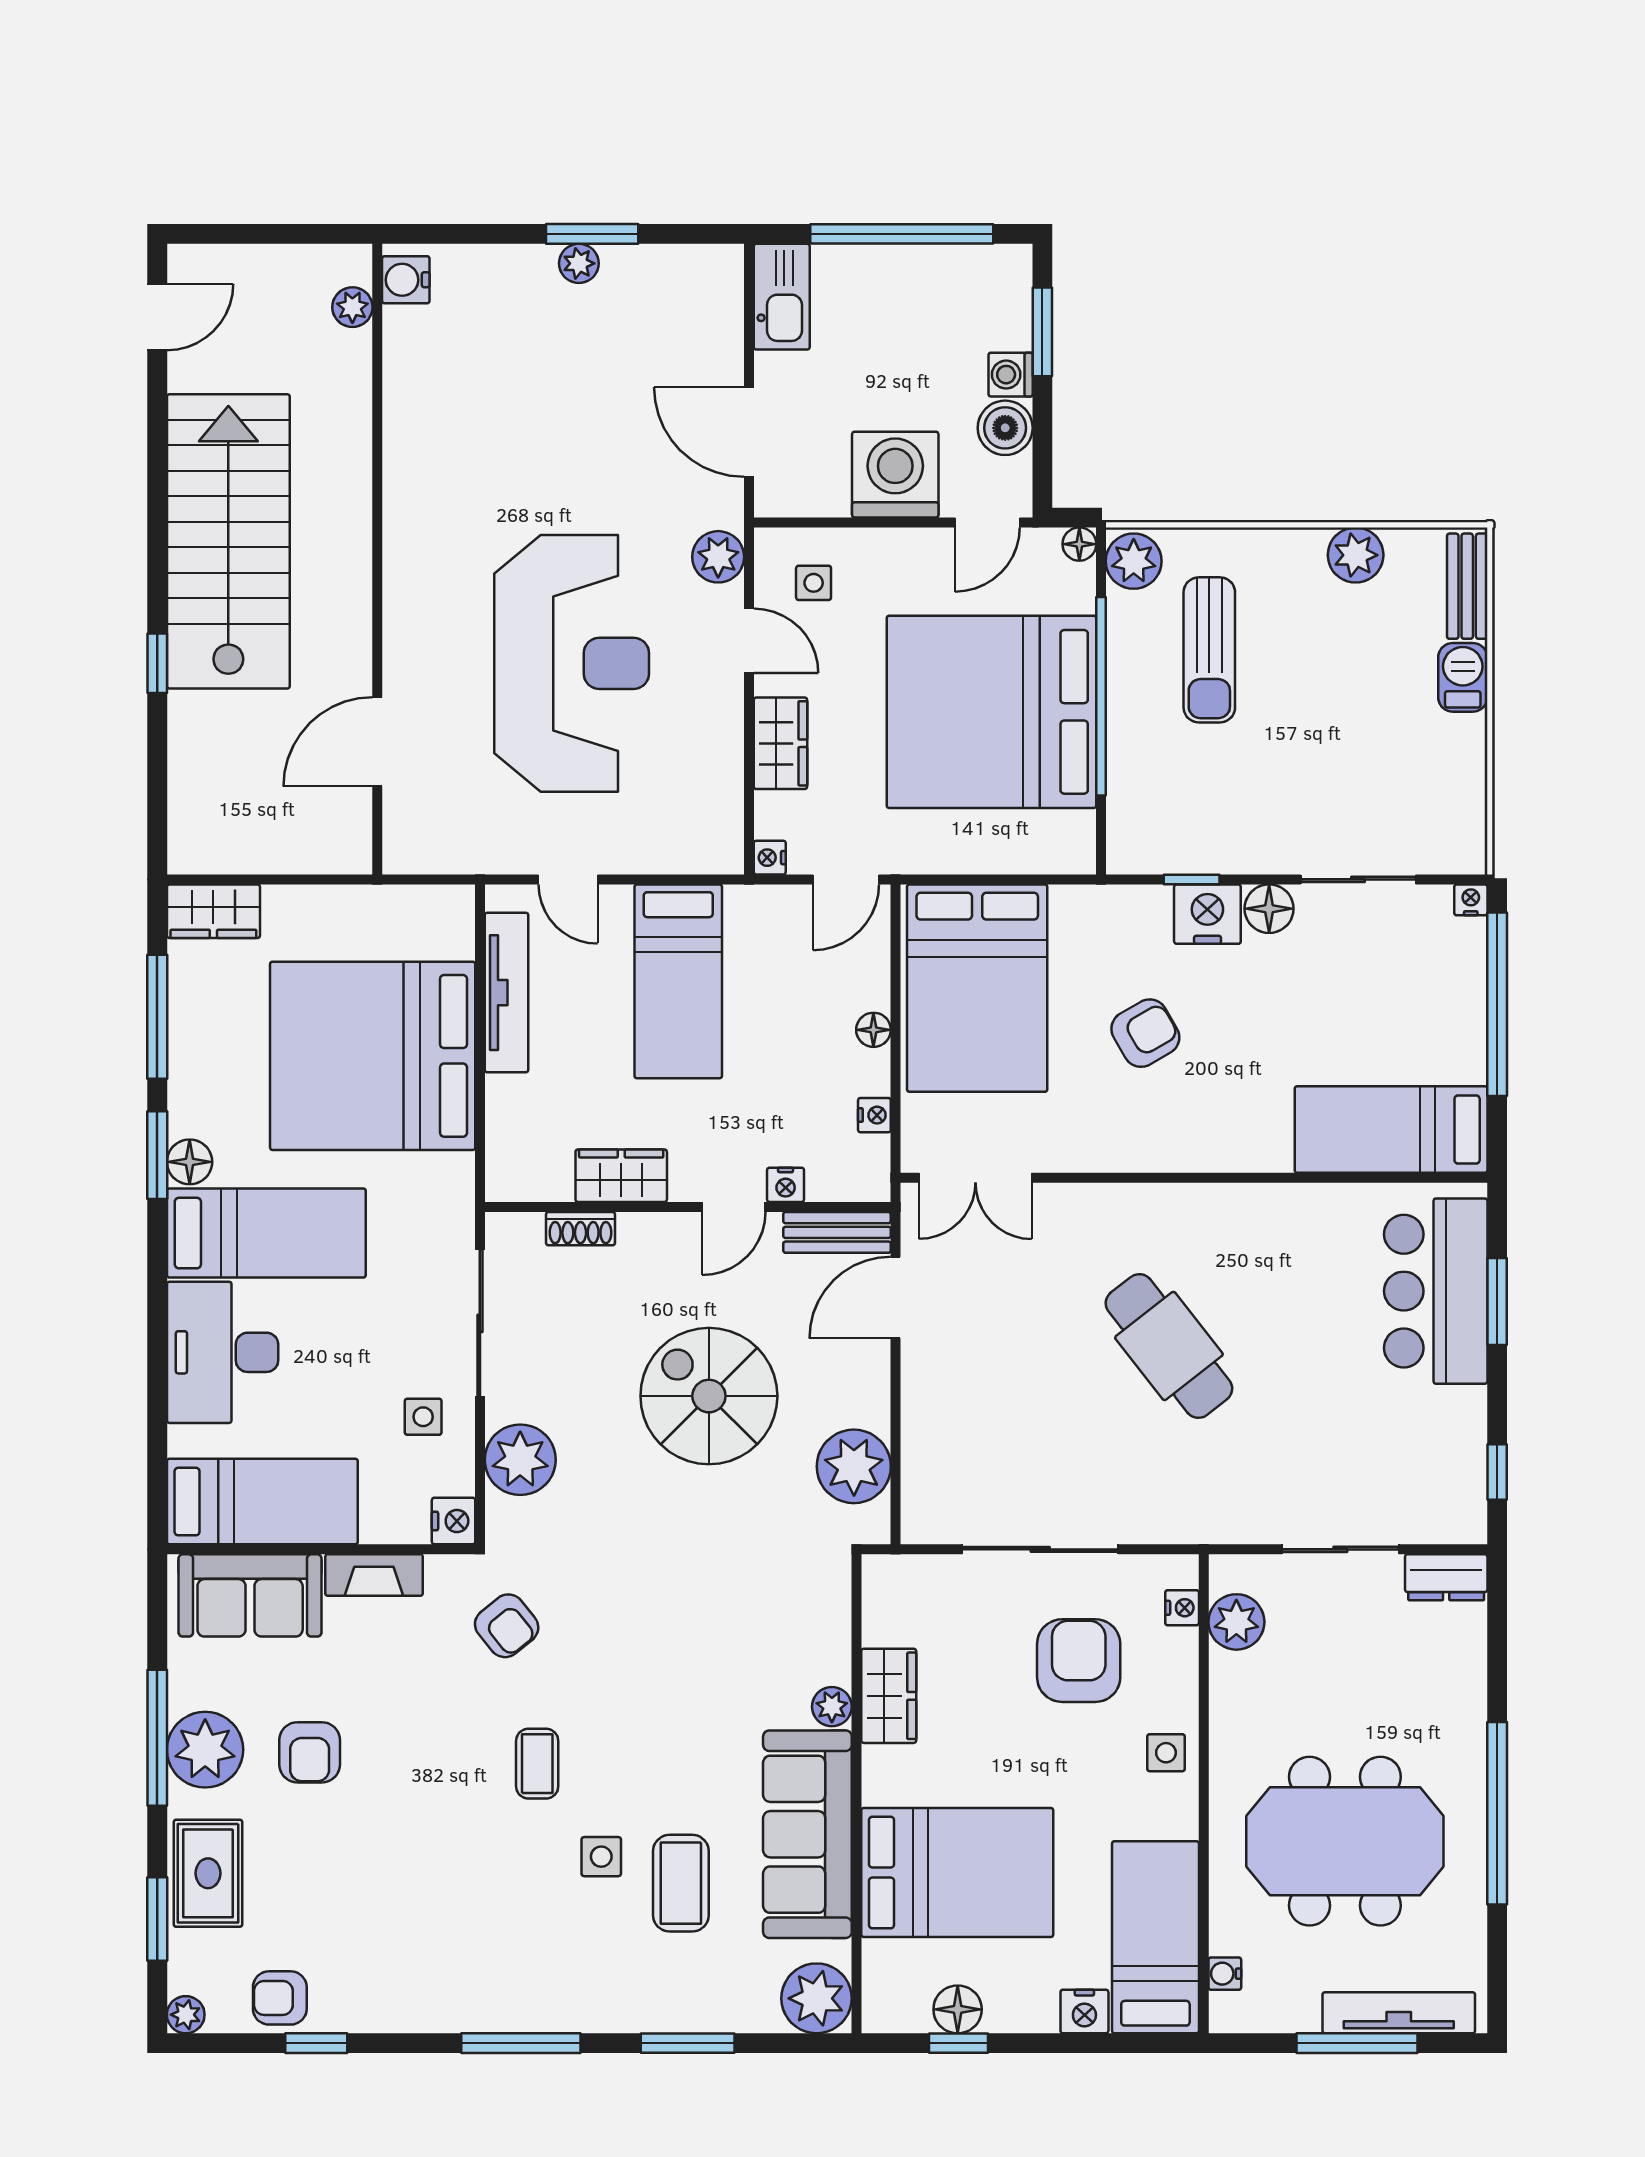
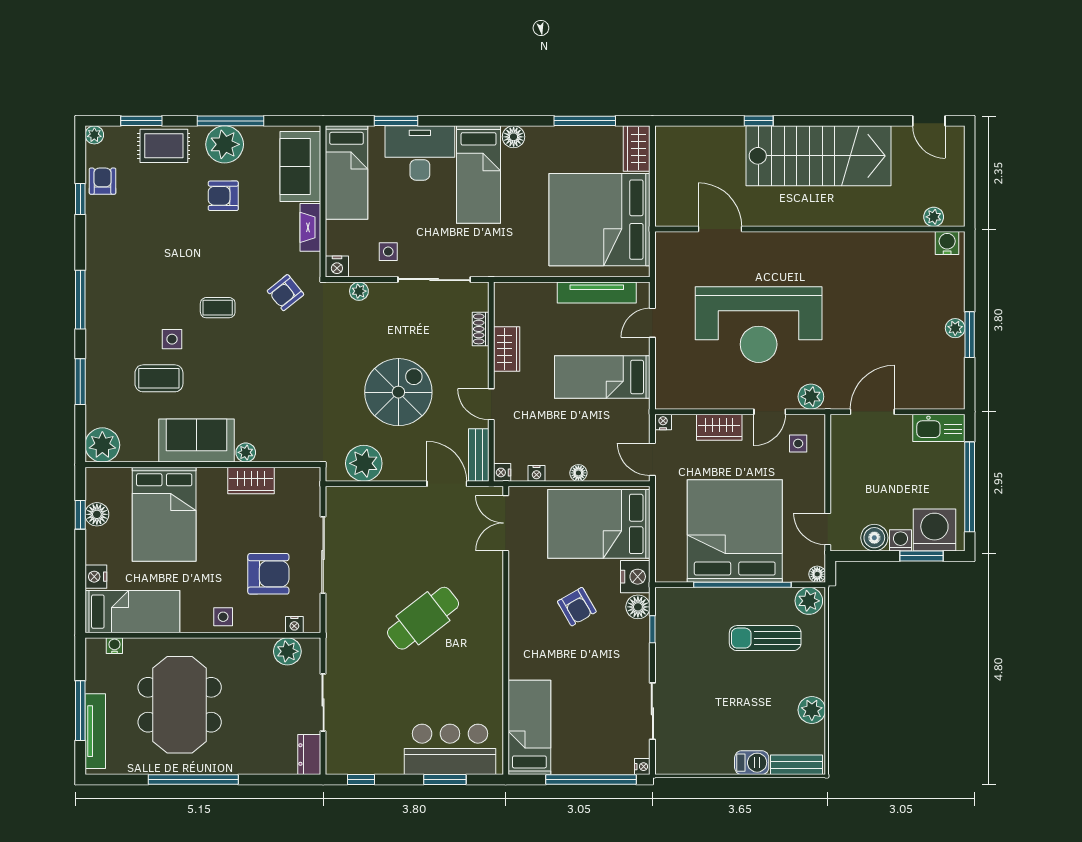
washing machine: (895, 475) -> (934, 530), moved, turned -90
floor lamp: (1269, 909) -> (638, 607), moved
nightstand: (1207, 914) -> (635, 577), moved
bed: (373, 1056) -> (600, 220), moved, turned -90
window: (157, 1155) -> (396, 121), moved
nightstand: (786, 1185) -> (502, 472), moved
plant: (520, 1460) -> (359, 291), width x0.53, depth x0.53
sofa: (807, 1834) -> (197, 440), width x0.73

